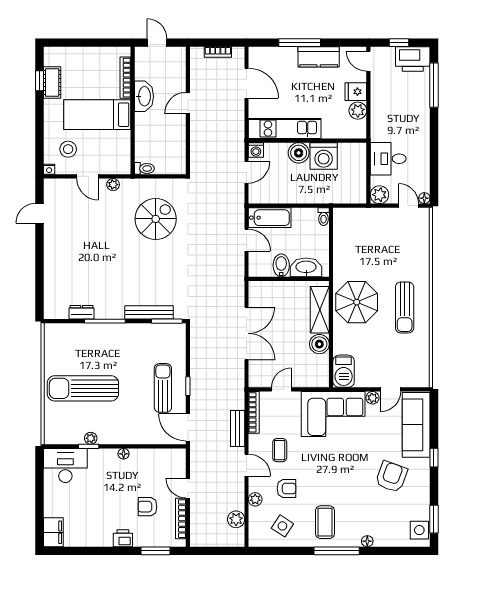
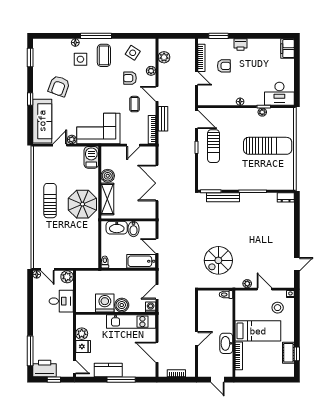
dresser: (82, 312) -> (286, 197), moved
side table: (419, 530) -> (80, 59), moved

